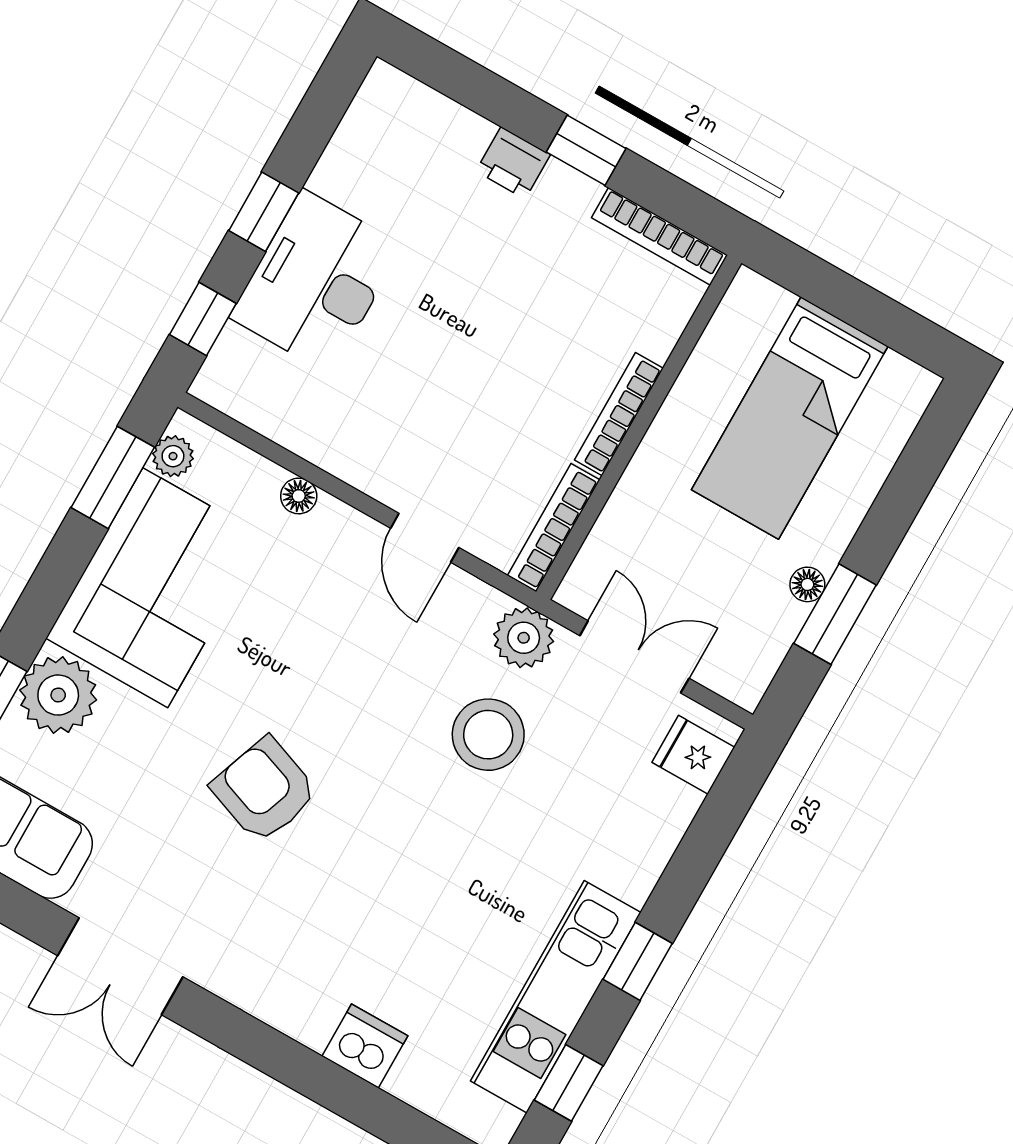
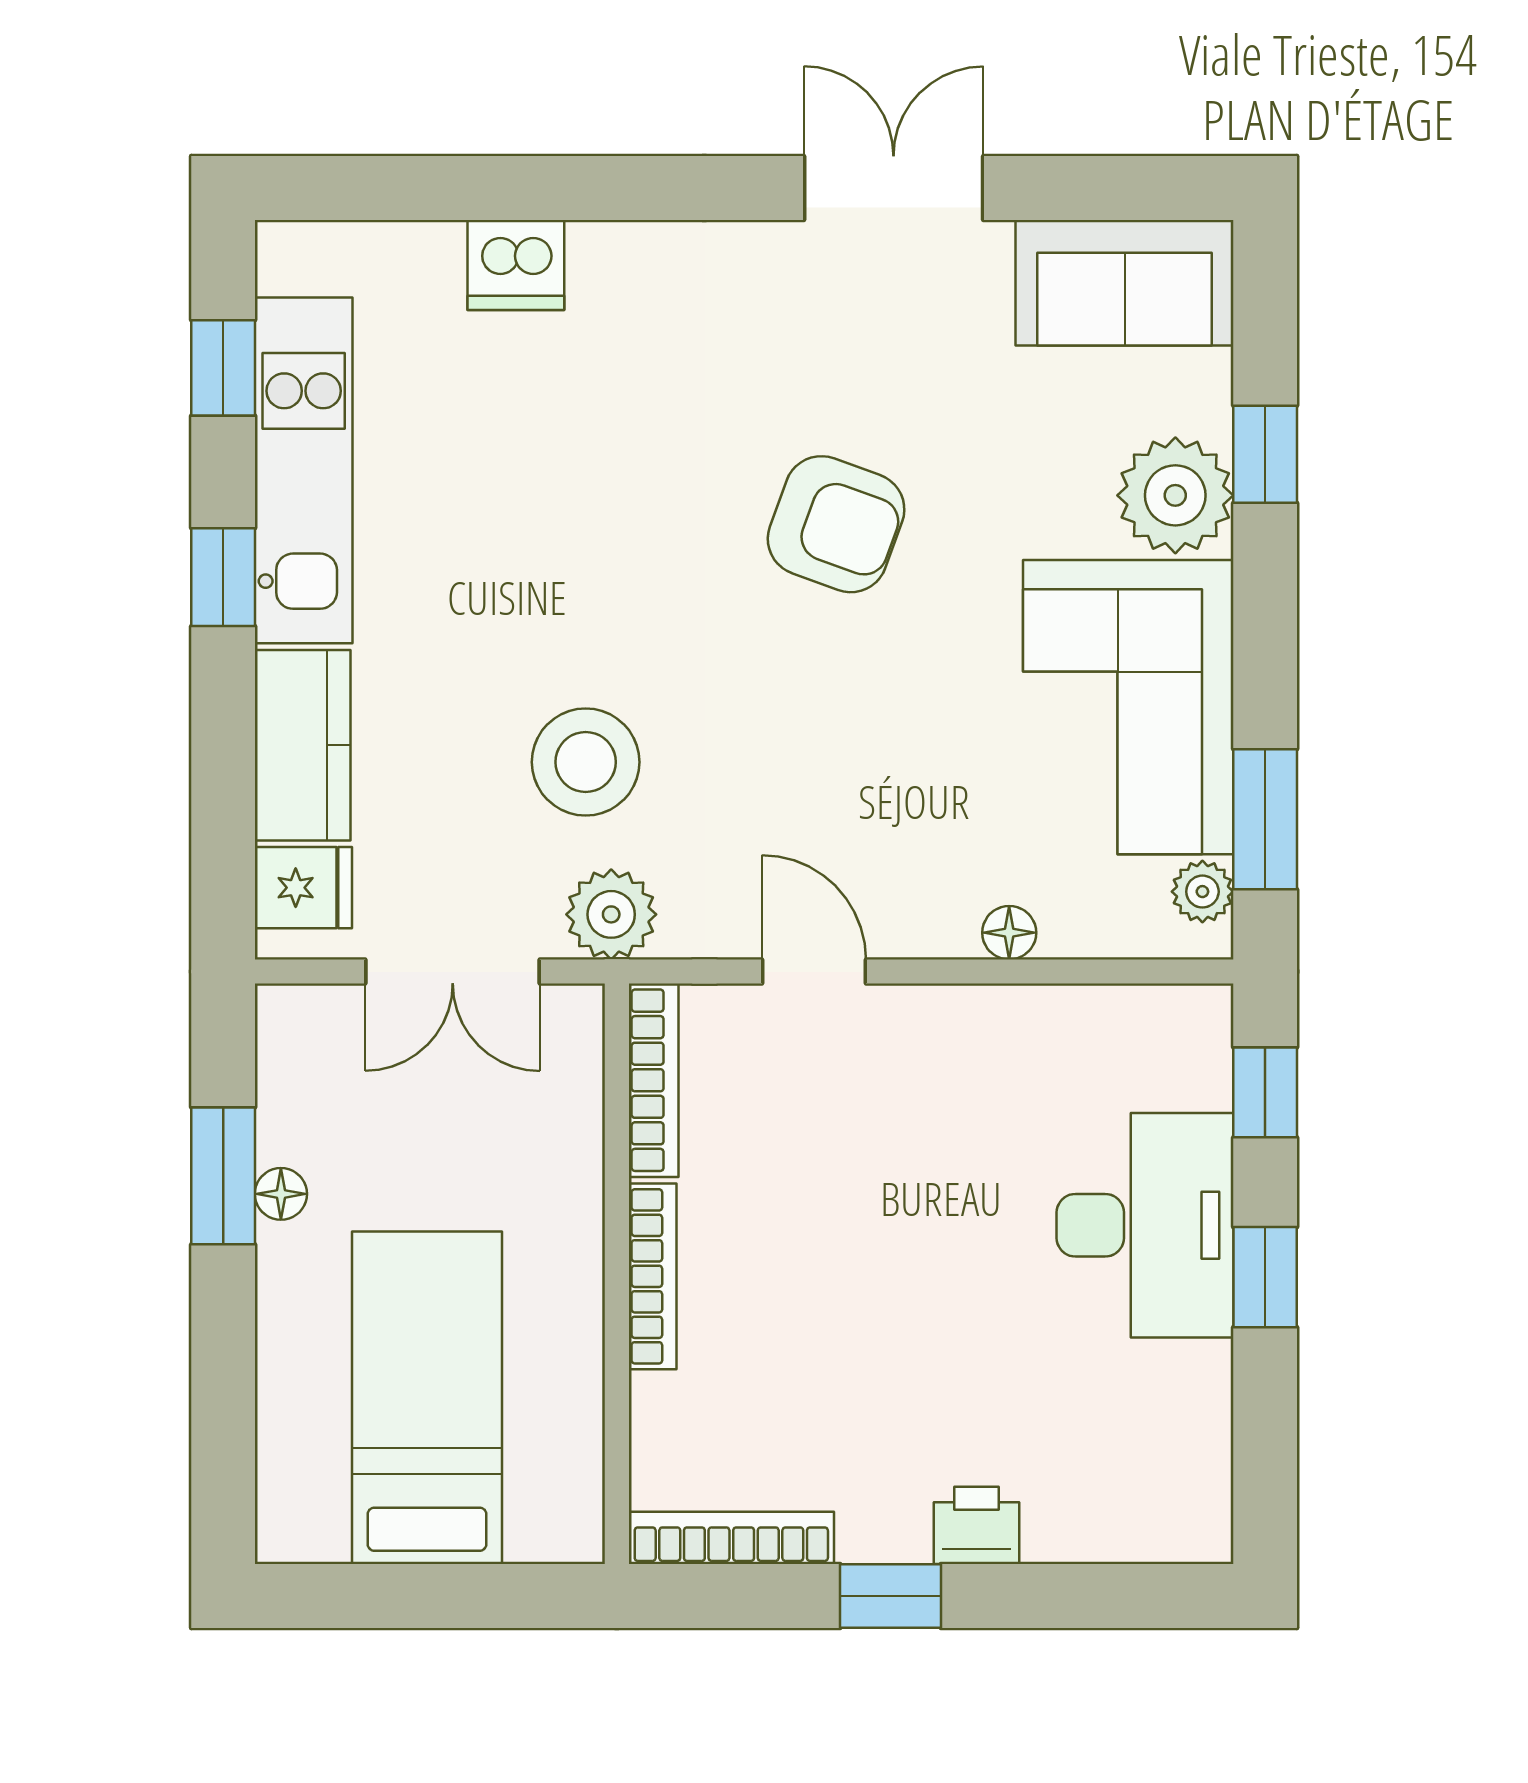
kitchen counter: (647, 838) -> (303, 745), added

